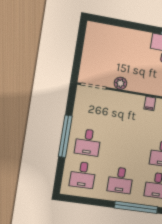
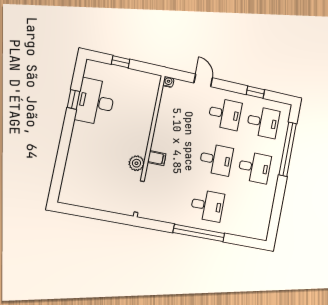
filing cabinet: (150, 103) -> (157, 158), moved
desk: (83, 175) -> (216, 160), moved

